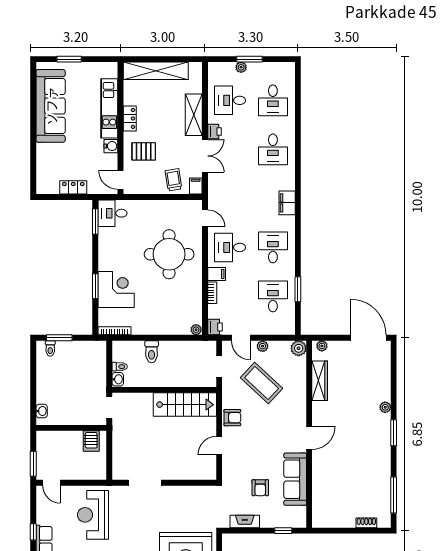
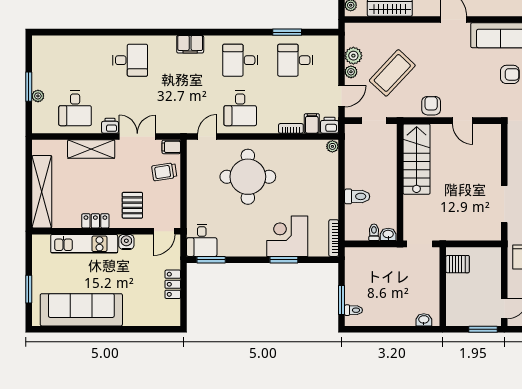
desk: (273, 100) -> (75, 60), removed
filing cabinet: (217, 274) -> (312, 123), moved
plant: (299, 348) -> (353, 56), moved

